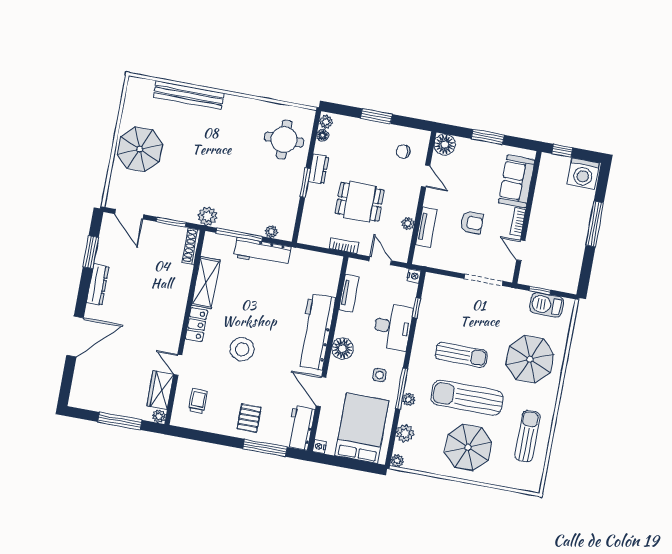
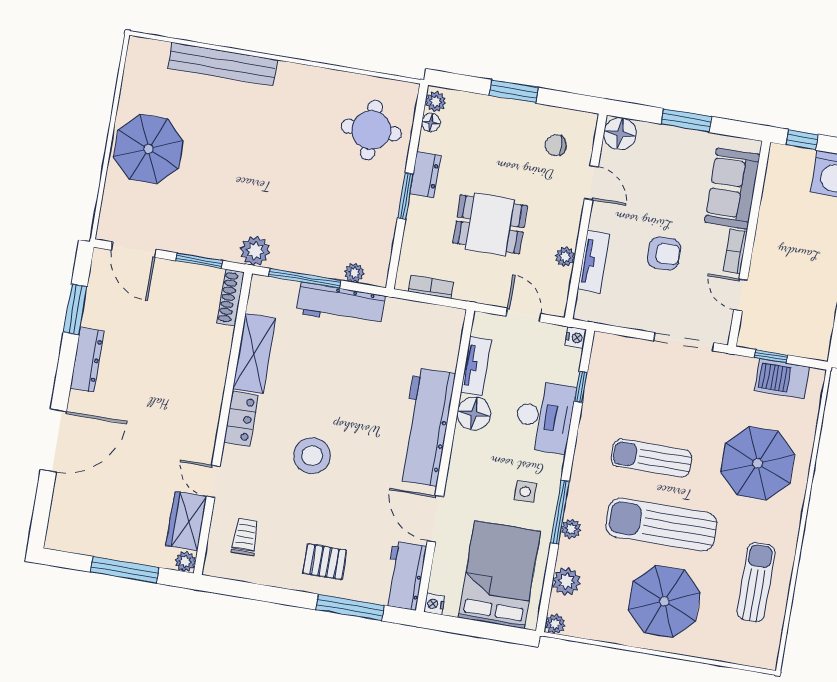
bookcase: (344, 246) -> (431, 287), moved
floor lamp: (342, 349) -> (474, 414), moved
sun lounger: (461, 355) -> (651, 458), turned 180
pallet: (249, 418) -> (325, 562), turned 90

